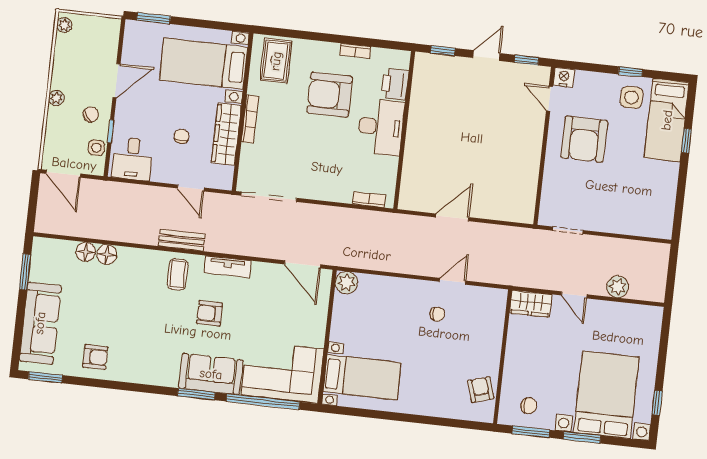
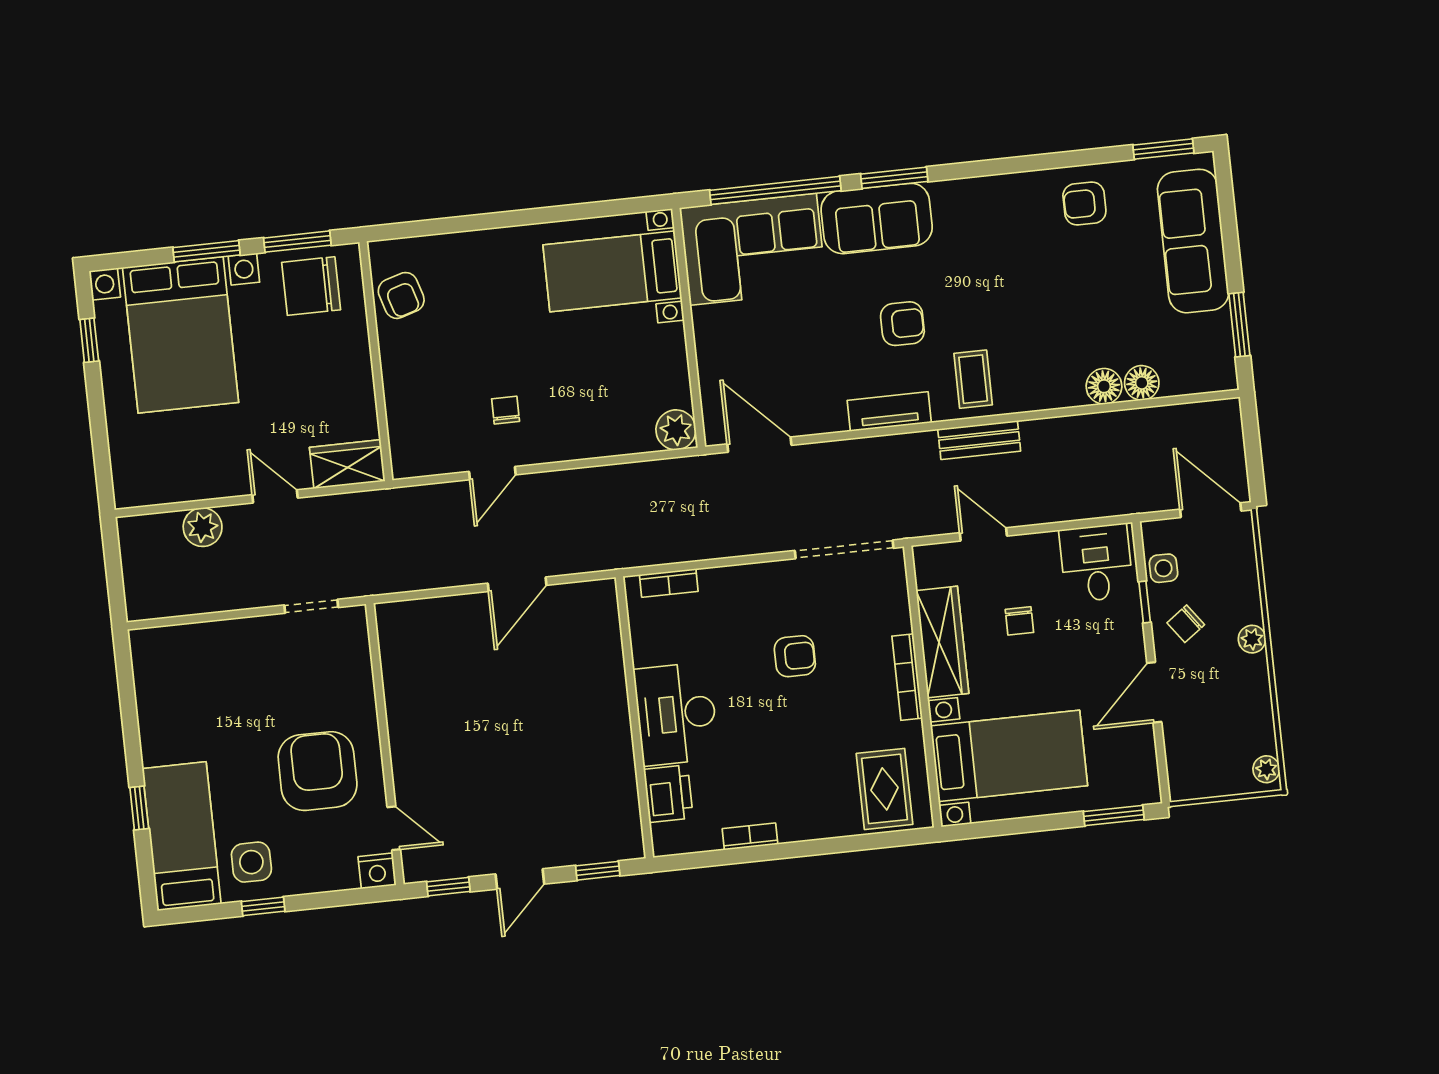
armchair: (330, 95) -> (795, 656), moved, width x0.53, depth x0.53
chair: (437, 314) -> (506, 410), turned 90
chair: (529, 406) -> (311, 286), width x1.87, depth x1.87

